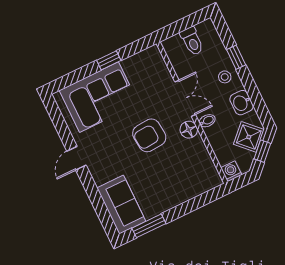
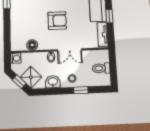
tv unit: (141, 59) -> (103, 34), added
floor lamp: (189, 130) -> (32, 45), moved
armchair: (149, 135) -> (57, 21), turned 95

